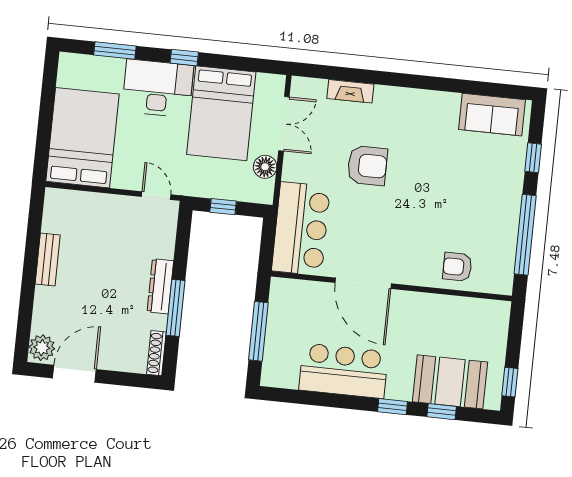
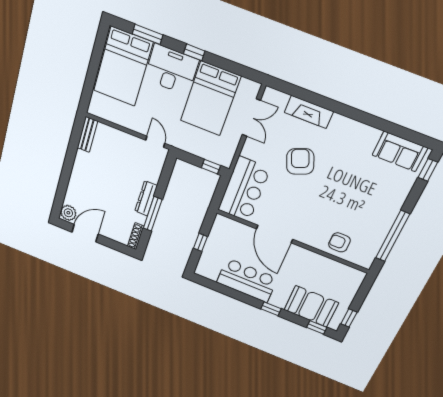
fireplace: (350, 91) -> (309, 112), width x1.37, depth x1.32
bed: (82, 138) -> (123, 67), moved, turned 180
window: (533, 158) -> (428, 170), moved
armchair: (367, 166) -> (300, 162), turned -112
floor lamp: (265, 167) -> (231, 143), removed
window: (223, 207) -> (211, 167), moved
bench: (48, 260) -> (87, 134), moved
window: (258, 331) -> (200, 242), width x0.46
window: (442, 412) -> (317, 327), moved

